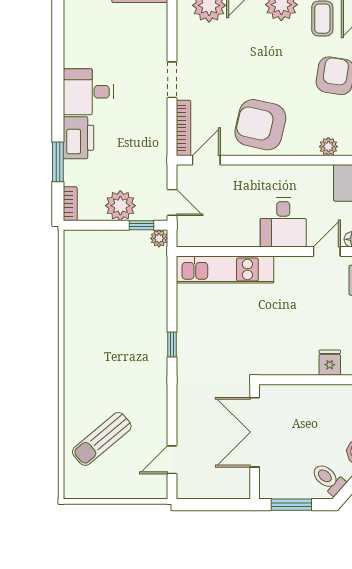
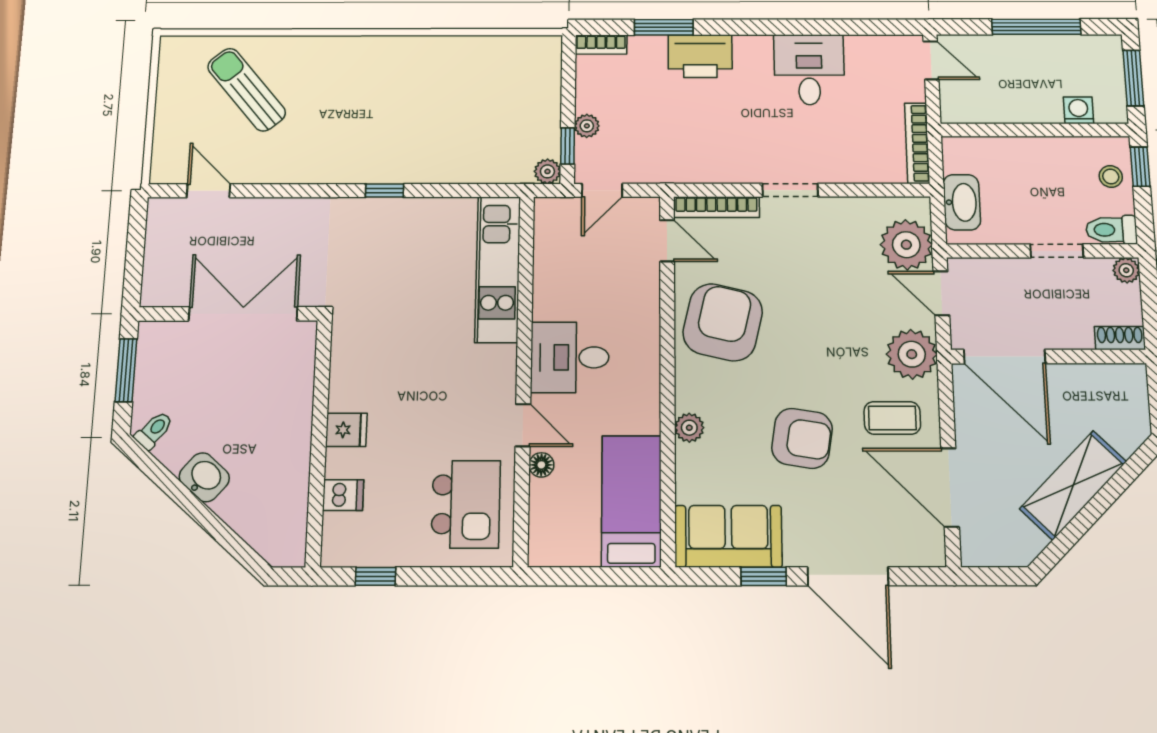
desk: (88, 92) -> (809, 70), moved
plant: (120, 206) -> (587, 126), width x0.53, depth x0.53
toilet: (328, 479) -> (154, 430), width x0.73, depth x0.72

